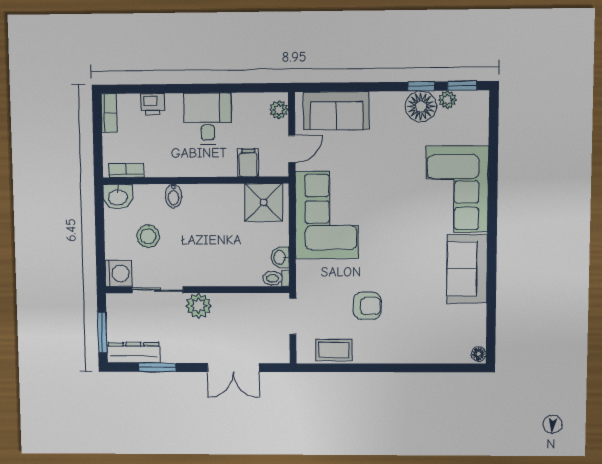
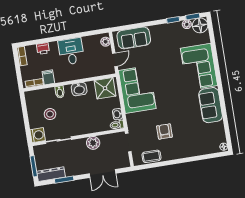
floor lamp: (421, 106) -> (200, 25), moved
filing cabinet: (248, 163) -> (48, 77), moved
washbasin: (118, 197) -> (79, 89), moved
plant: (199, 306) -> (93, 143), moved
armchair: (367, 306) -> (164, 131), turned -90

